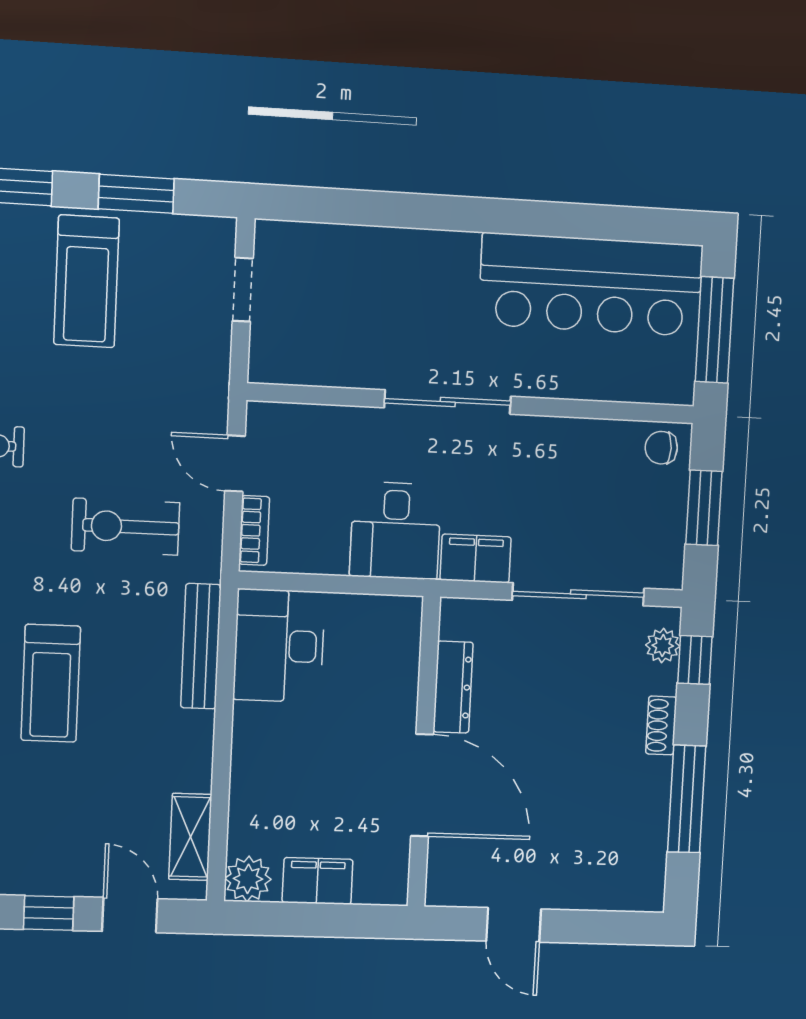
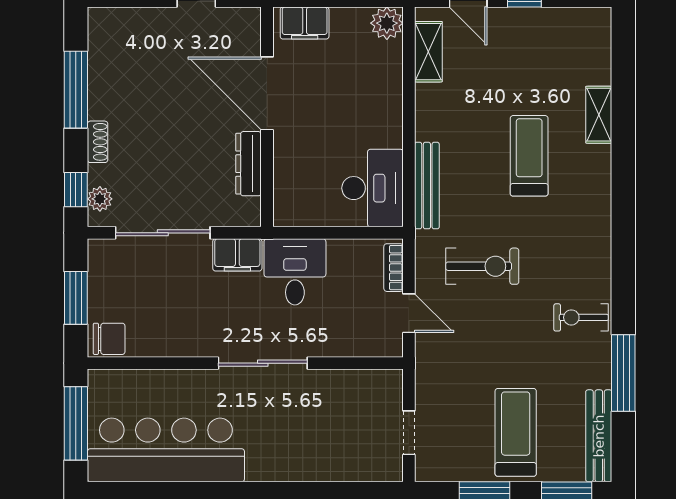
chair: (661, 448) -> (109, 339), width x1.37, depth x1.37
filing cabinet: (317, 881) -> (305, 23), moved

